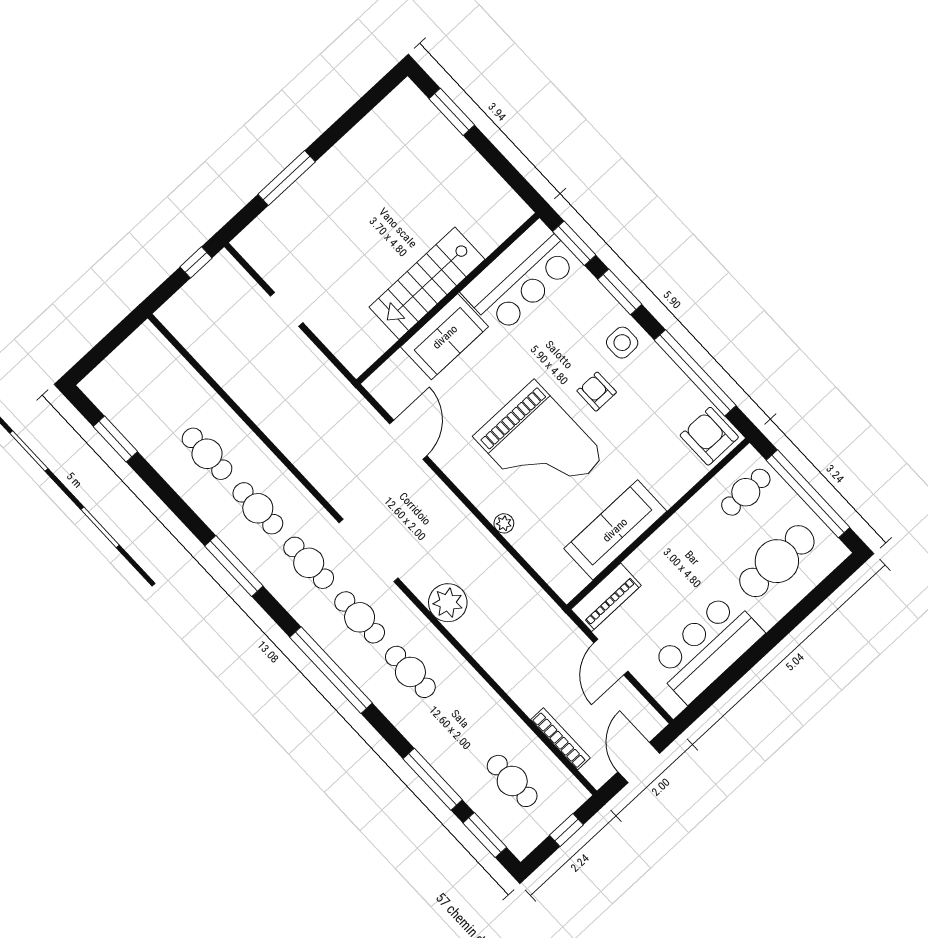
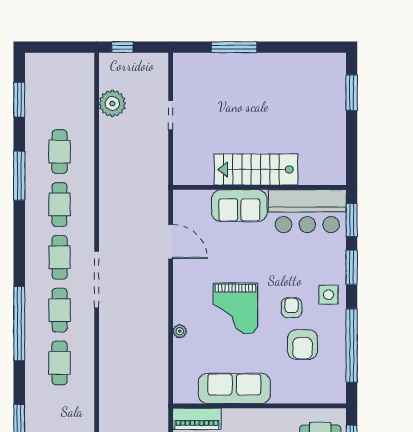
window: (196, 262) -> (122, 47), moved
armchair: (709, 436) -> (302, 345), moved, turned 180
door: (408, 440) -> (171, 242), hinge flipped
grand piano: (539, 446) -> (235, 308), width x0.73, depth x0.68
window: (234, 566) -> (19, 176), moved
plant: (448, 603) -> (112, 103), moved

